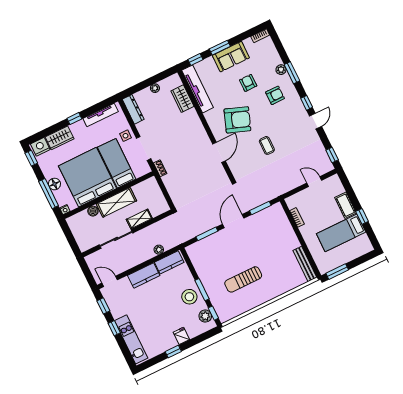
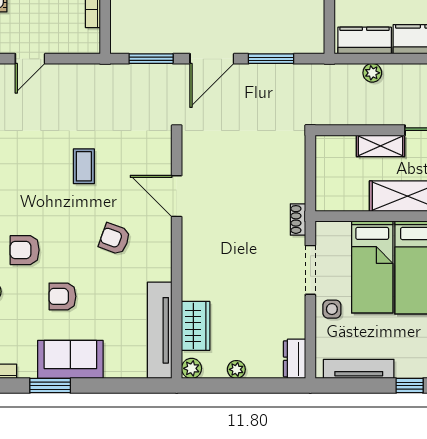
window: (220, 48) -> (50, 386), moved
window: (195, 59) -> (137, 386), removed
plant: (175, 79) -> (192, 368), added
armchair: (248, 83) -> (62, 296), turned 90
dresser: (133, 109) -> (295, 359), width x0.70
armchair: (237, 120) -> (115, 239), width x0.53, depth x0.53
door: (219, 152) -> (177, 196), hinge flipped
door: (314, 182) -> (30, 59), hinge flipped

